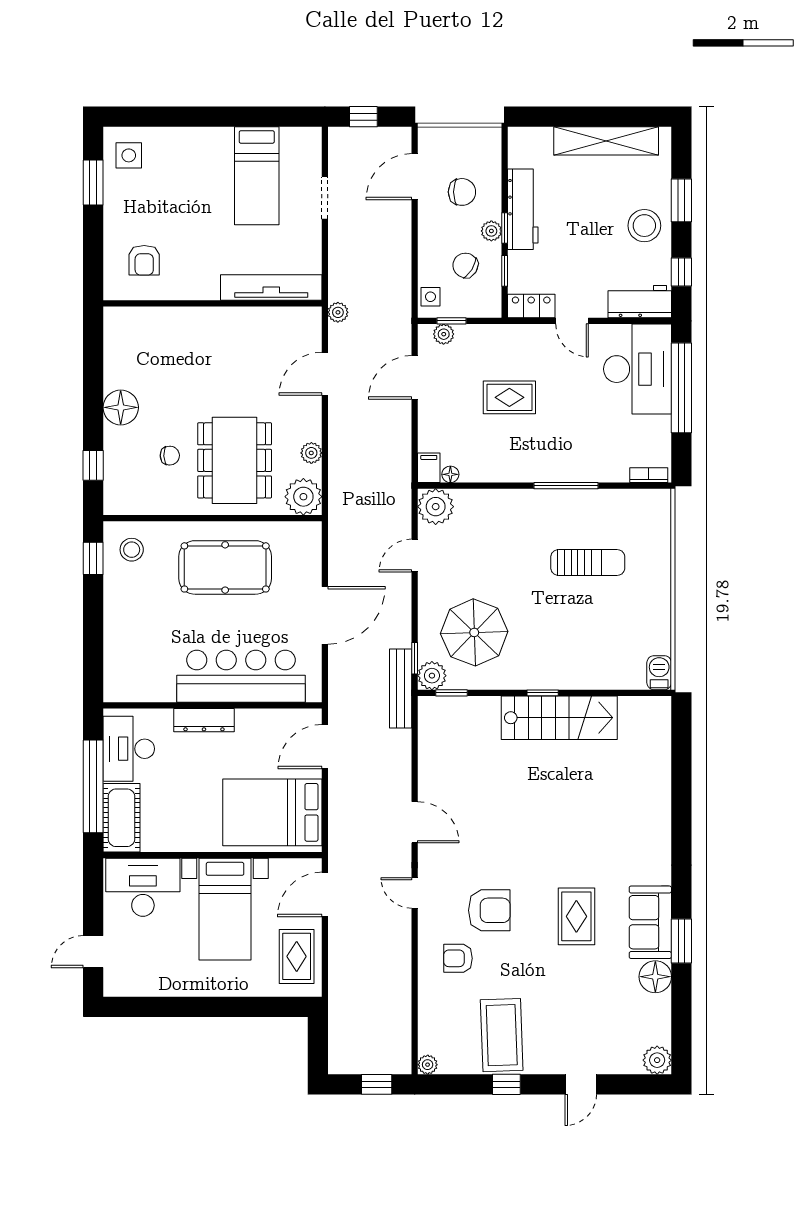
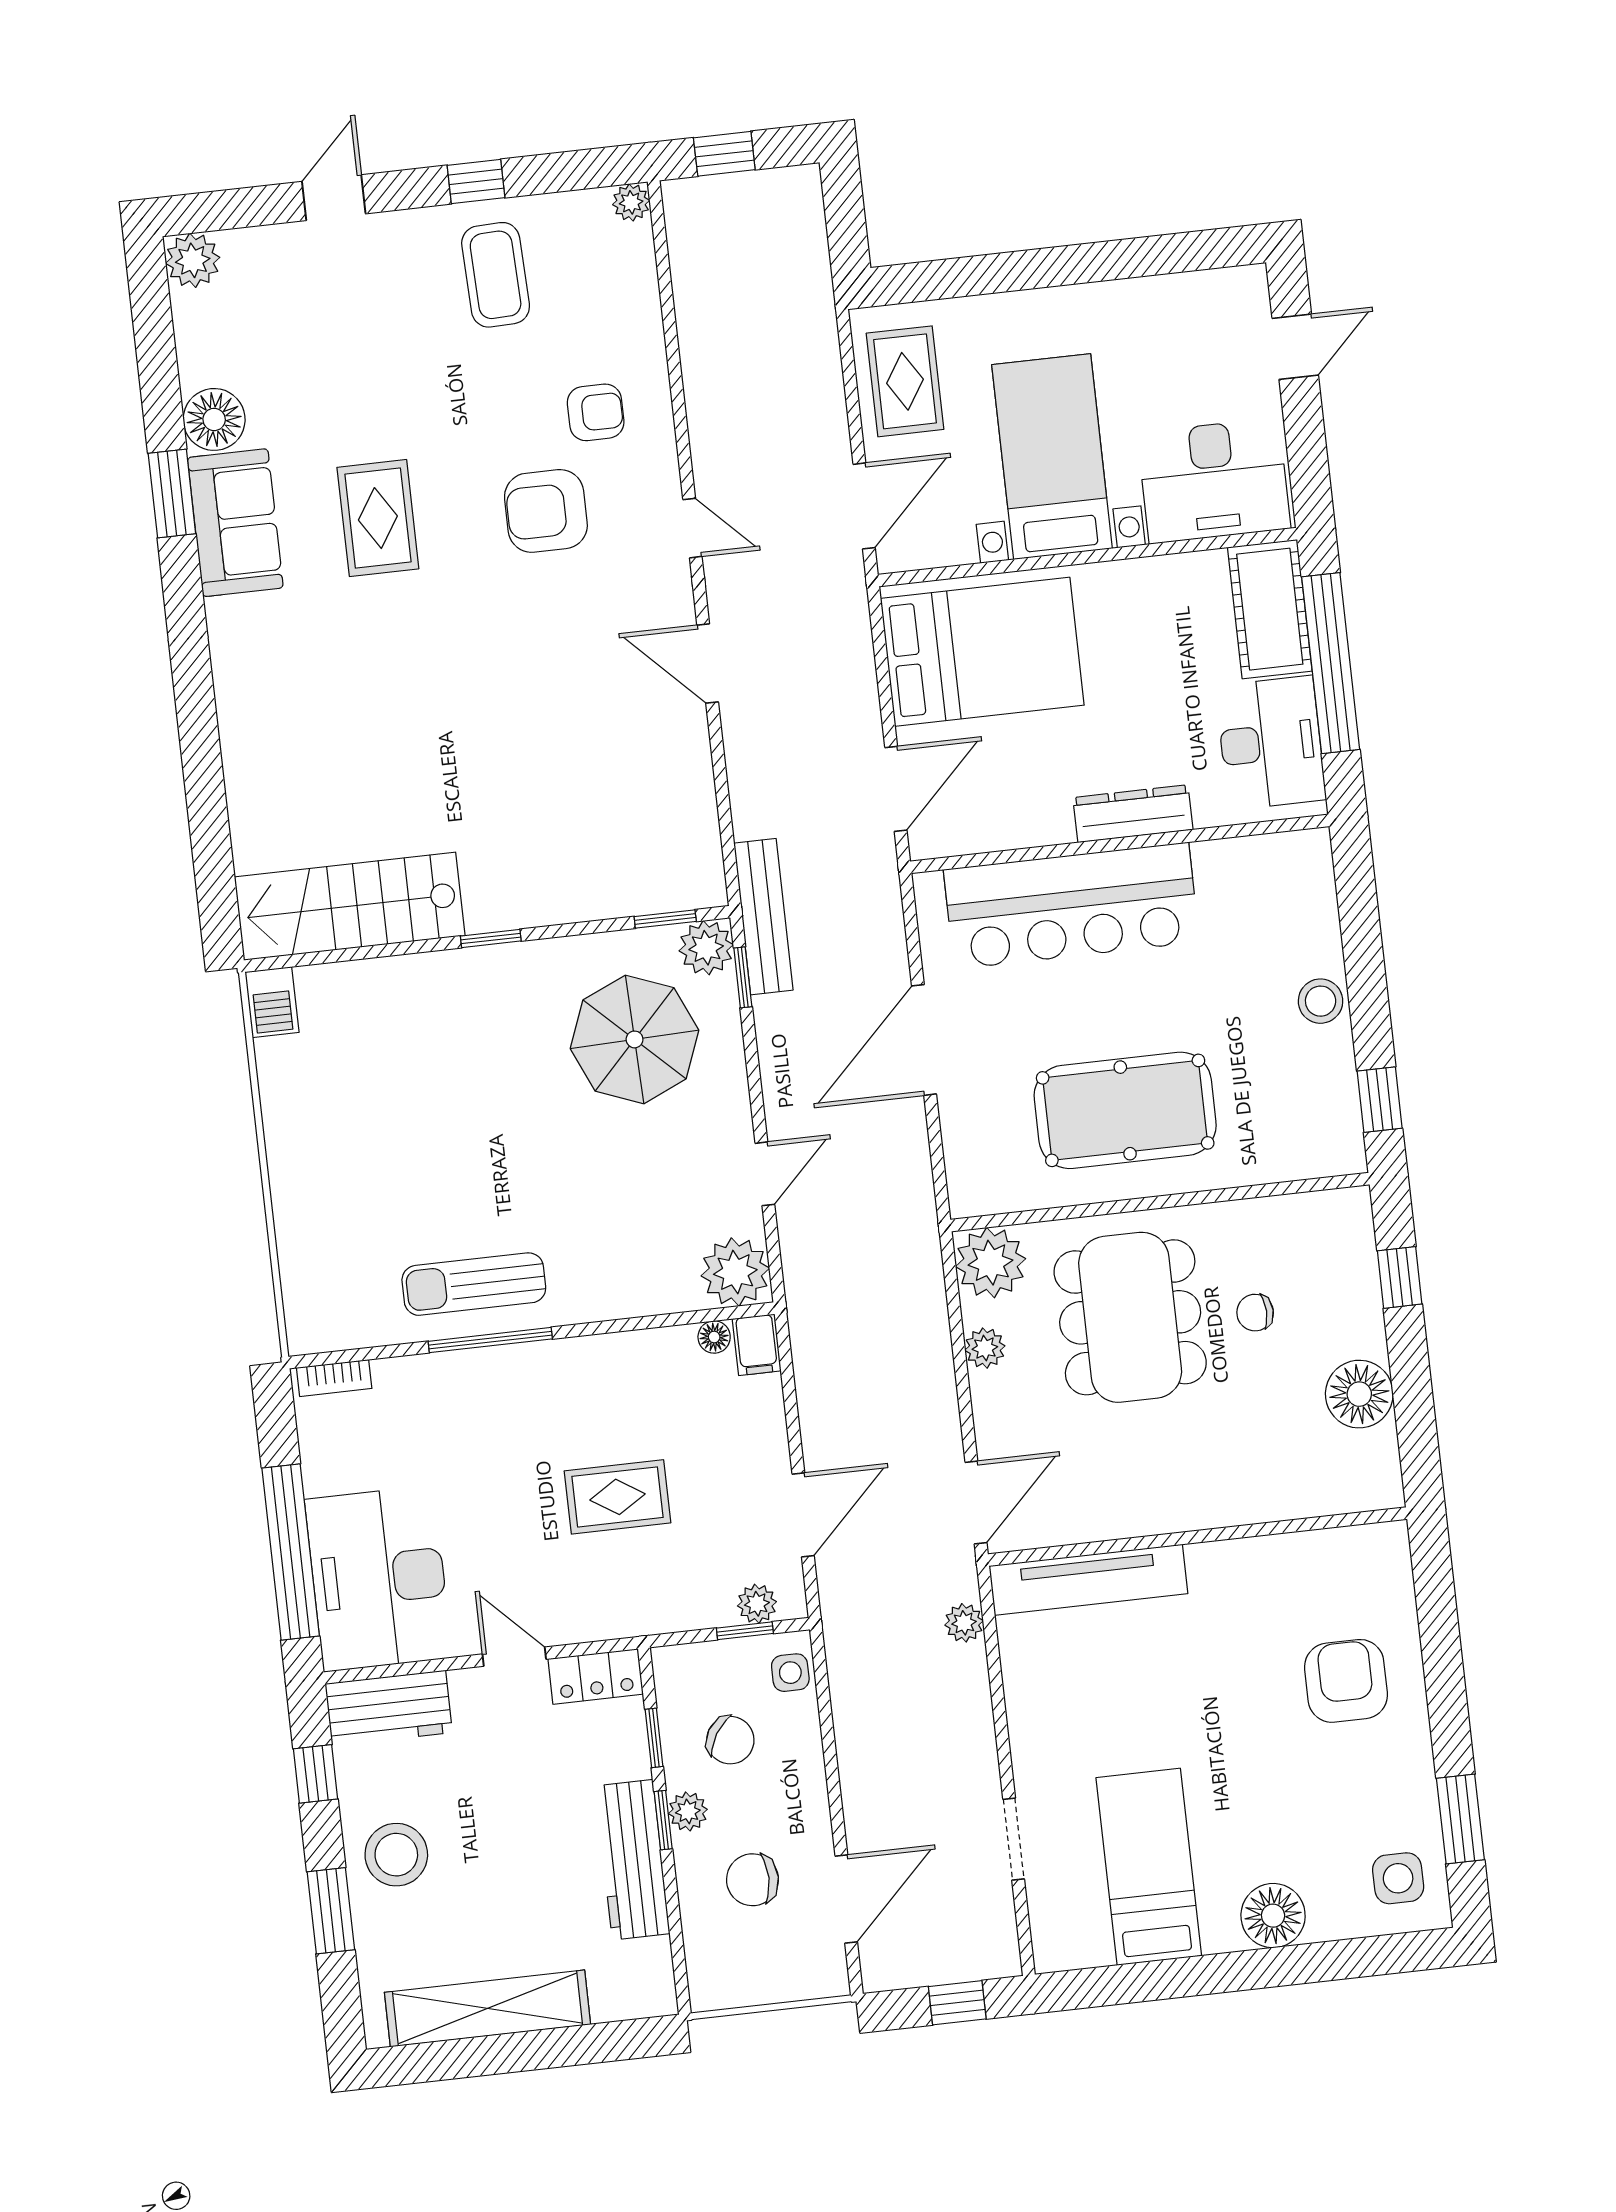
floor lamp: (195, 143) -> (1273, 1916), added
armchair: (144, 260) -> (1346, 1681), width x1.38, depth x1.38
tv unit: (271, 287) -> (1088, 1580), moved
wall: (213, 303) -> (1197, 1537), moved
stool: (132, 550) -> (1321, 1001), moved
sun lounger: (588, 562) -> (474, 1284), moved
stairs: (559, 718) -> (350, 906), moved
coffee table: (502, 1035) -> (496, 275), width x0.73, depth x0.76

